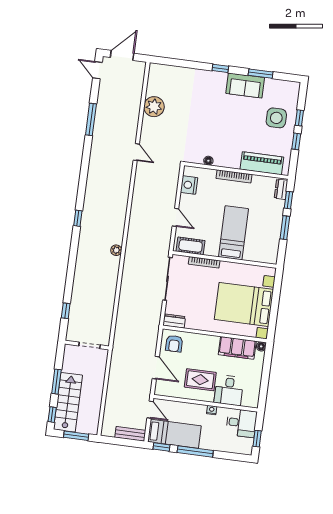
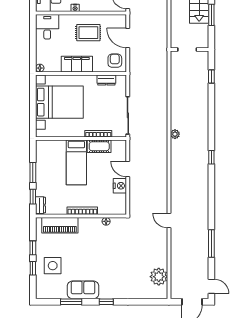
plant: (154, 107) -> (159, 277), moved
nightstand: (189, 185) -> (120, 186), moved
cot: (191, 246) -> (99, 146), moved
dresser: (174, 321) -> (106, 80), moved
filing cabinet: (237, 348) -> (77, 64), moved
desk: (229, 390) -> (47, 27), moved

